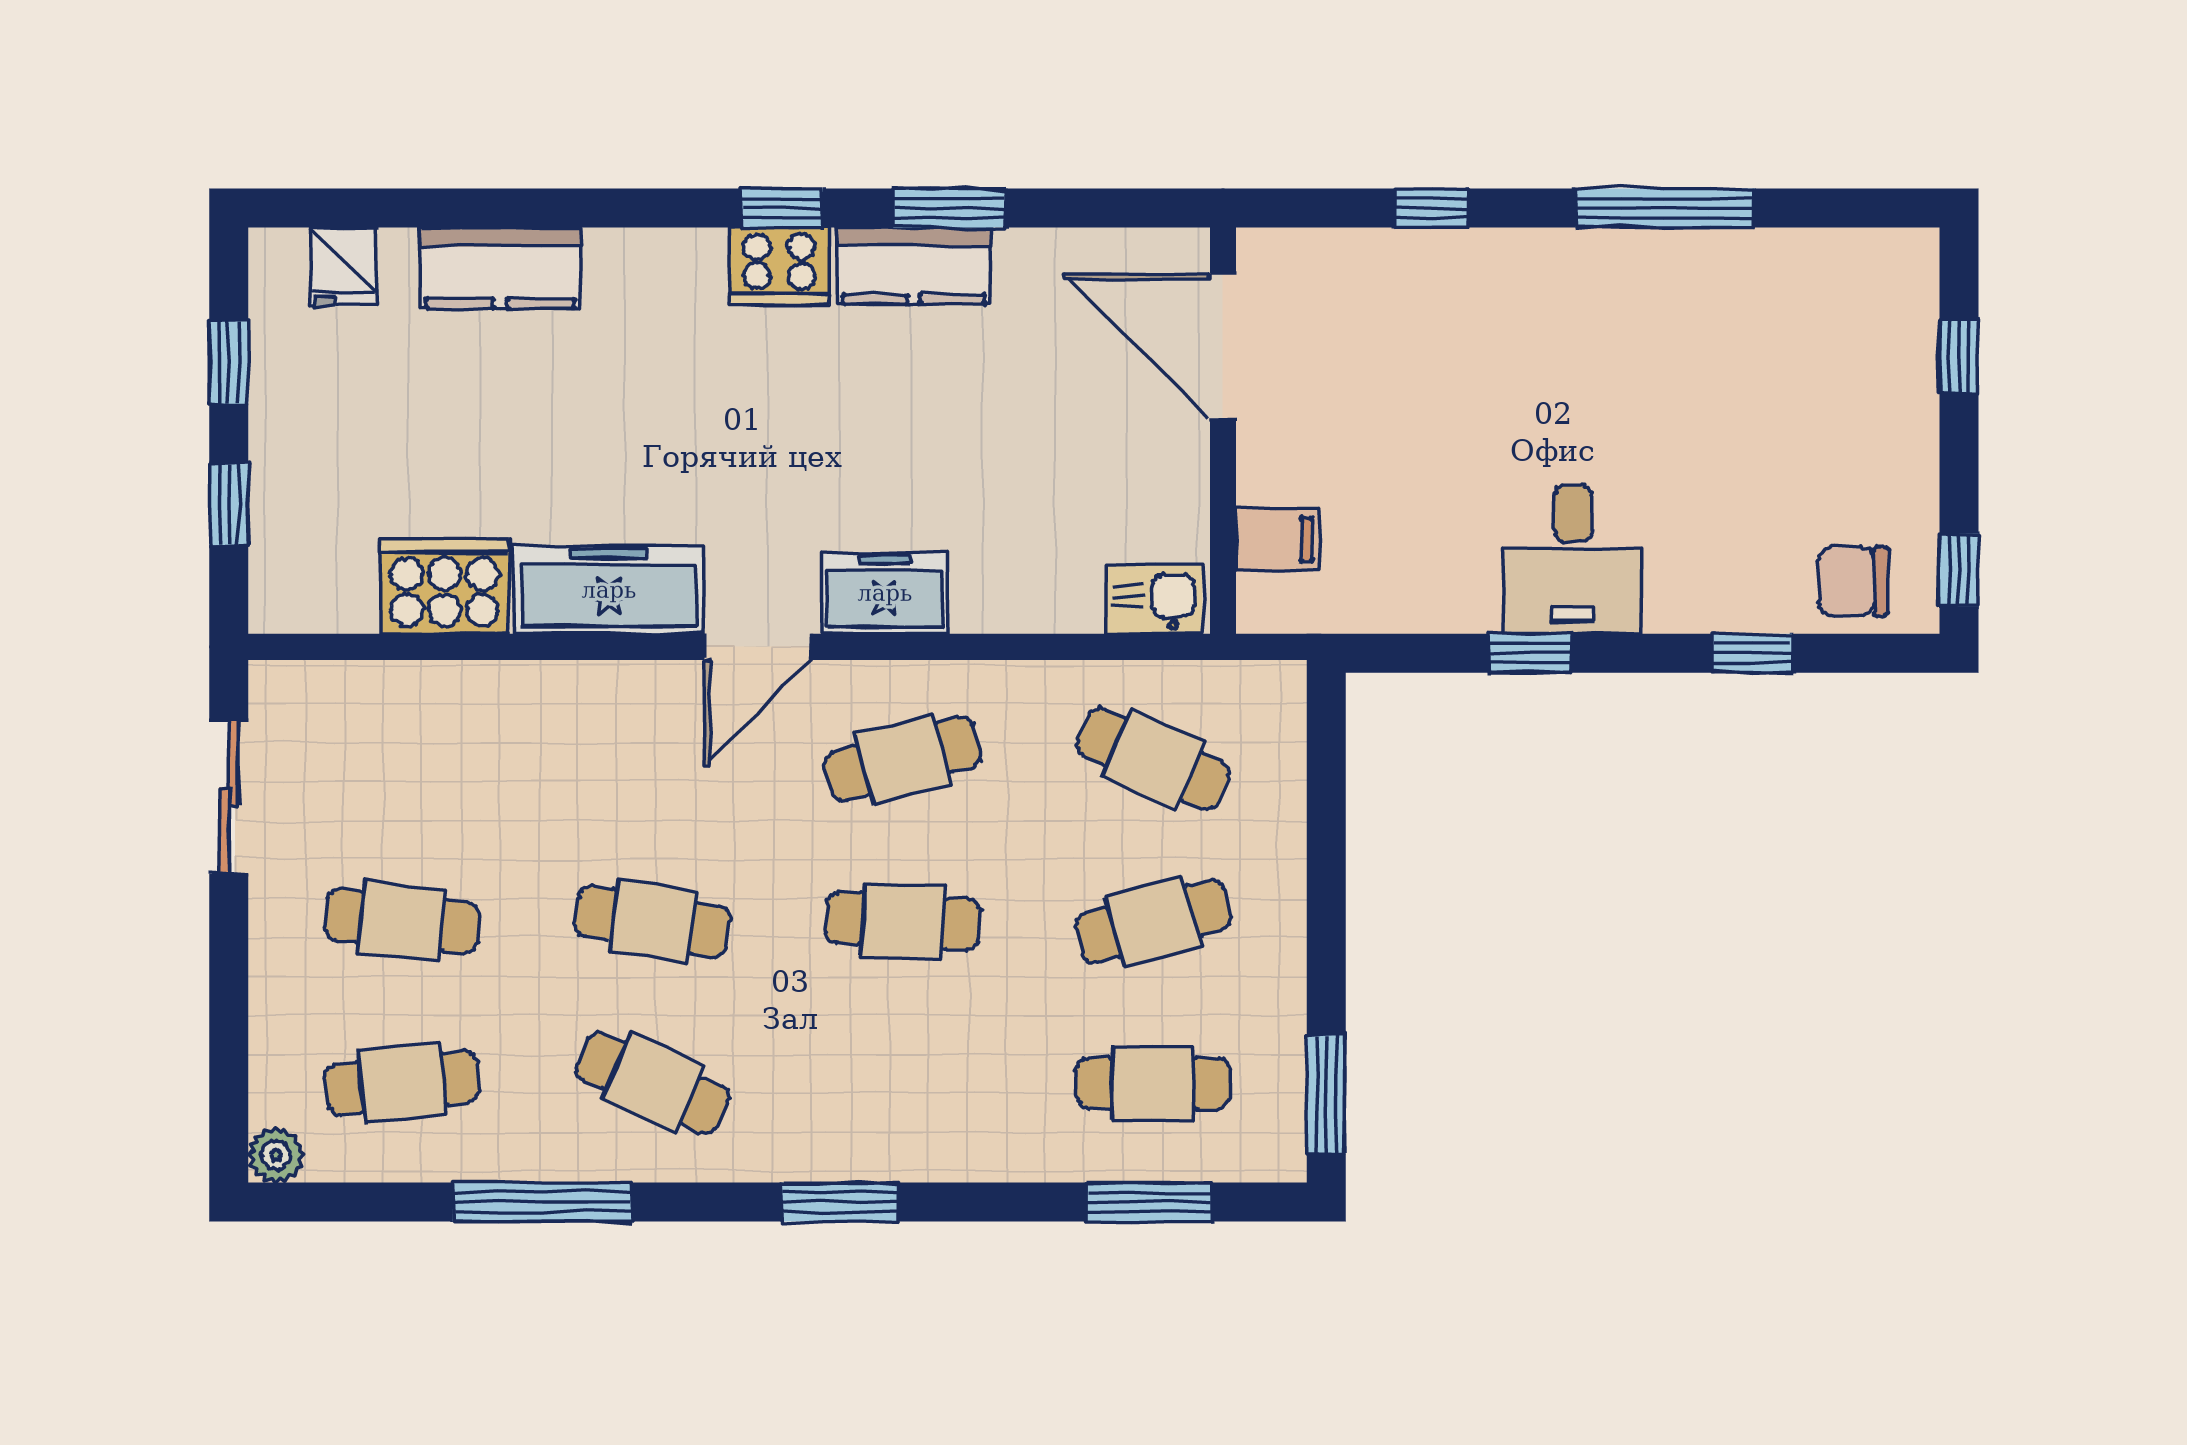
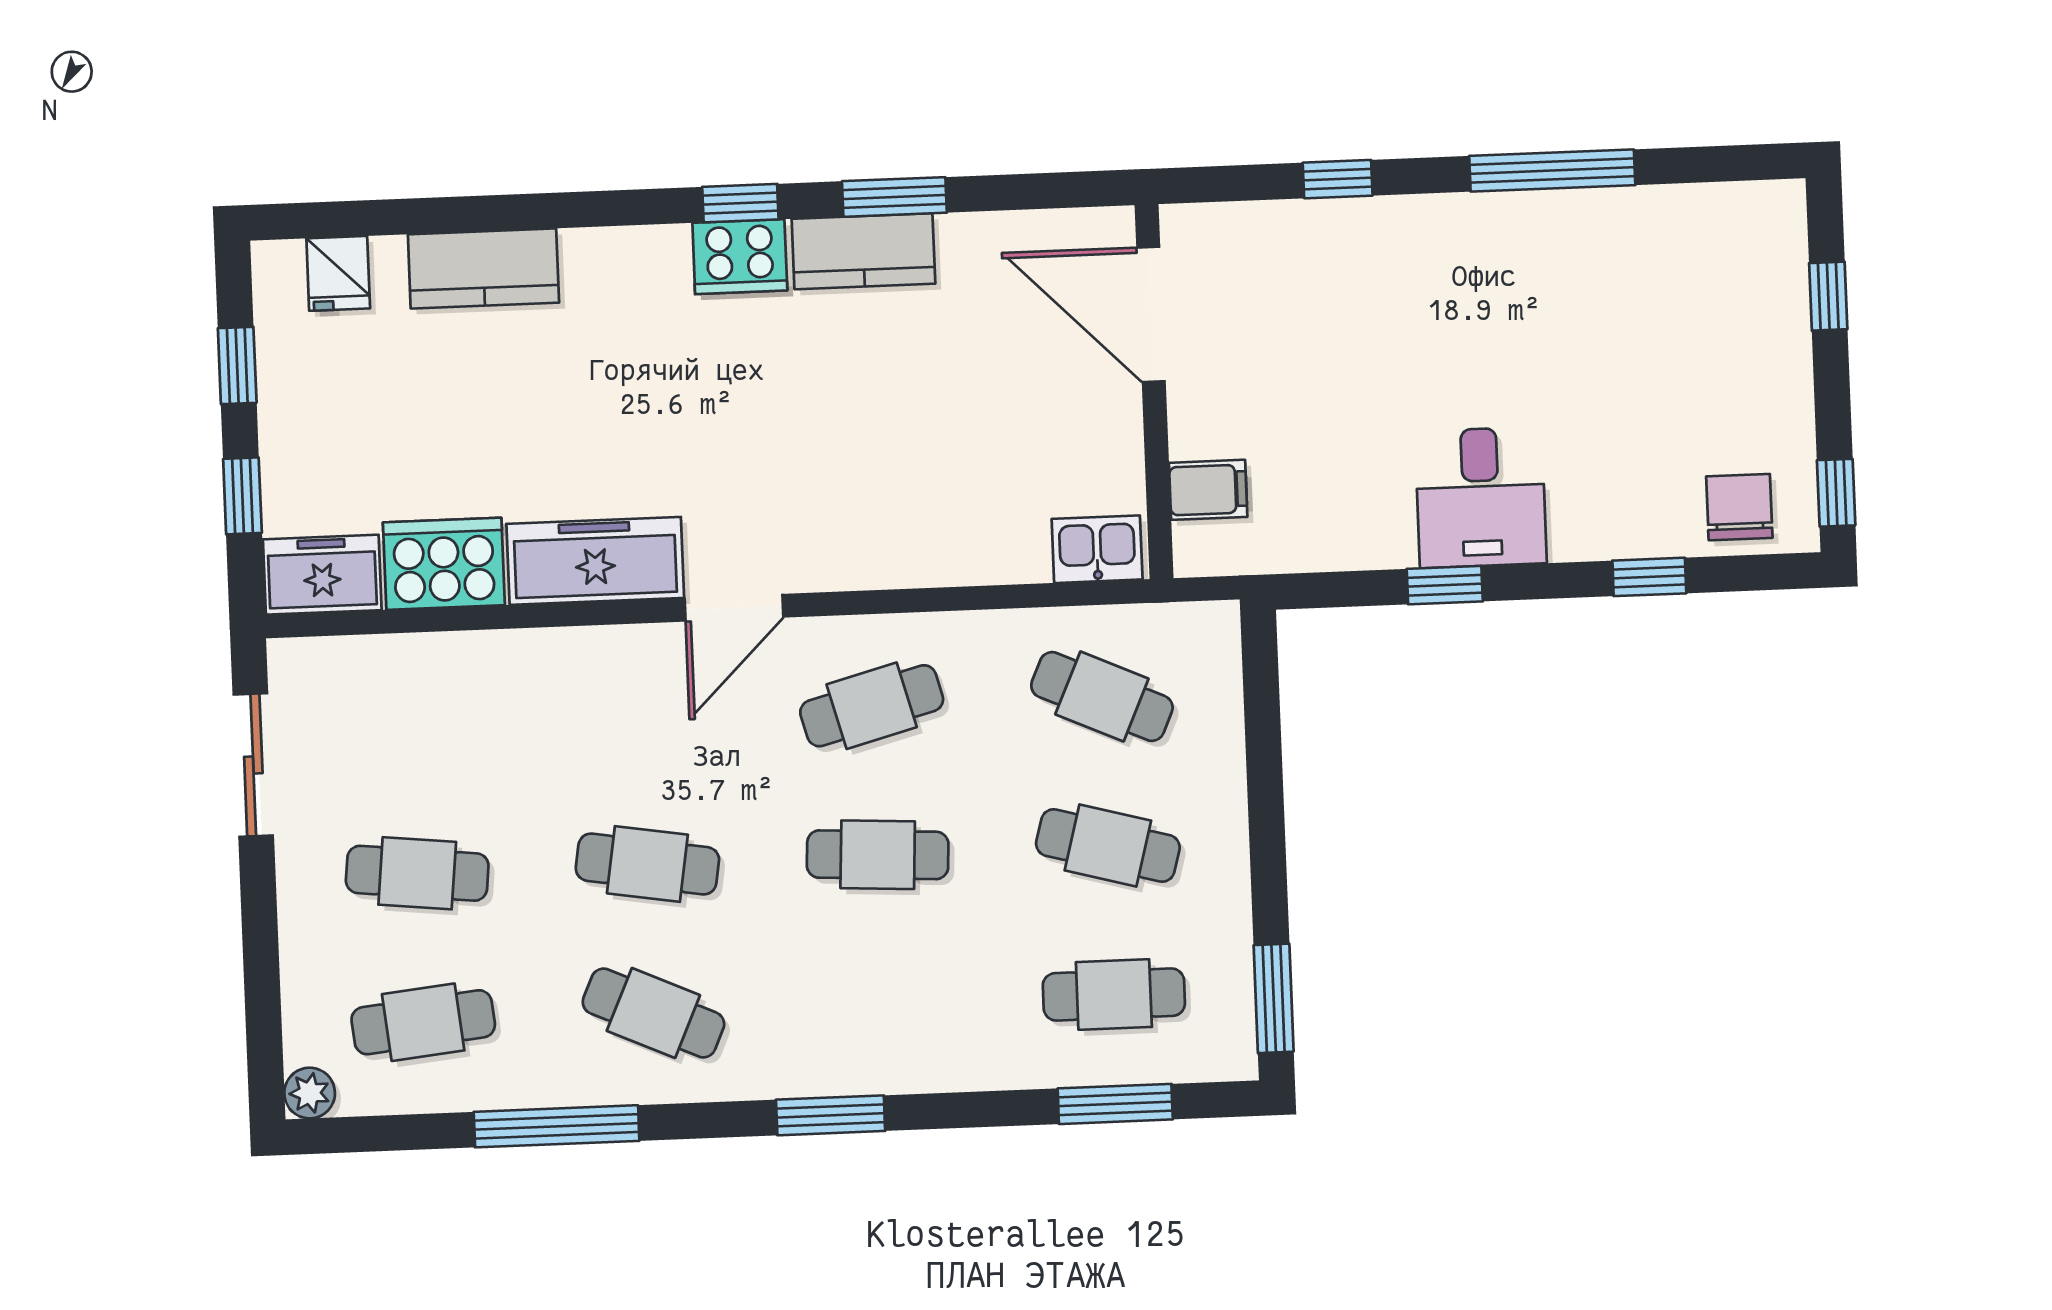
chair: (1853, 581) -> (1739, 507), turned 90
freezer: (885, 593) -> (322, 575), moved
cafe table: (1153, 921) -> (1108, 845), turned 30

